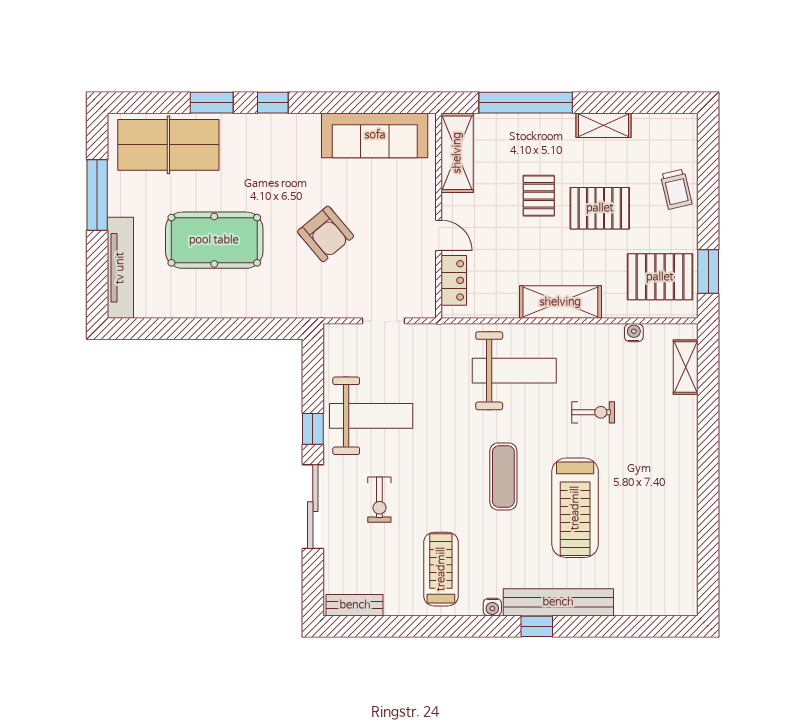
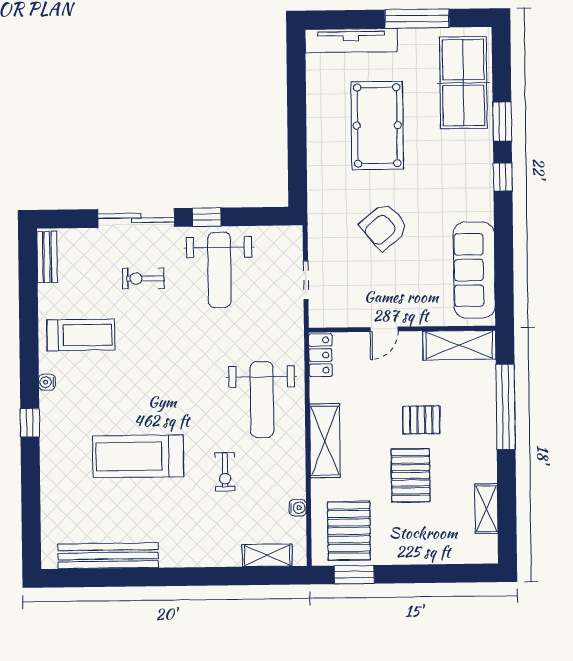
shelving: (604, 125) -> (486, 509), moved
trolley: (676, 189) -> (429, 545), removed
locker: (454, 280) -> (320, 355), moved, turned -90
exercise mat: (503, 476) -> (166, 391), removed
bench: (558, 602) -> (108, 556), moved, turned 90

